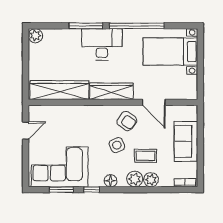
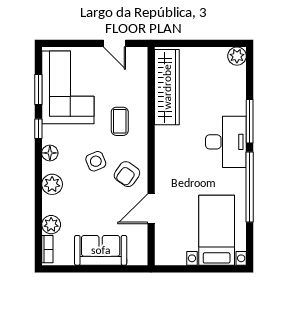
wardrobe: (111, 91) -> (165, 154), removed
coffee table: (146, 156) -> (120, 121), moved
plant: (151, 180) -> (51, 225), moved

